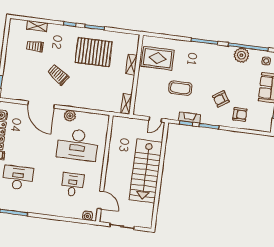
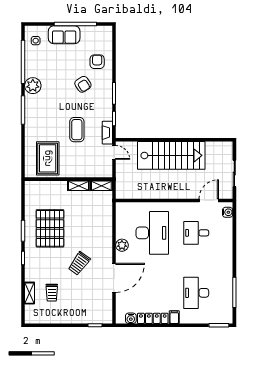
plant: (241, 55) -> (33, 86), moved
shelving: (131, 65) -> (79, 186), moved
fireplace: (189, 118) -> (107, 133), moved

